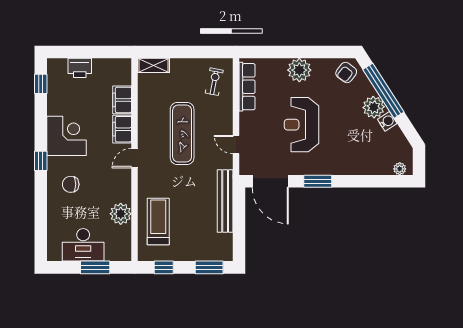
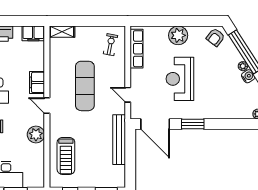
filing cabinet: (122, 100) -> (33, 33), moved, turned -90
plant: (374, 107) -> (243, 66), width x0.53, depth x0.53
door: (135, 158) -> (47, 106), hinge flipped
plant: (121, 214) -> (36, 135), moved
treadmill: (158, 221) -> (66, 156), turned 180

